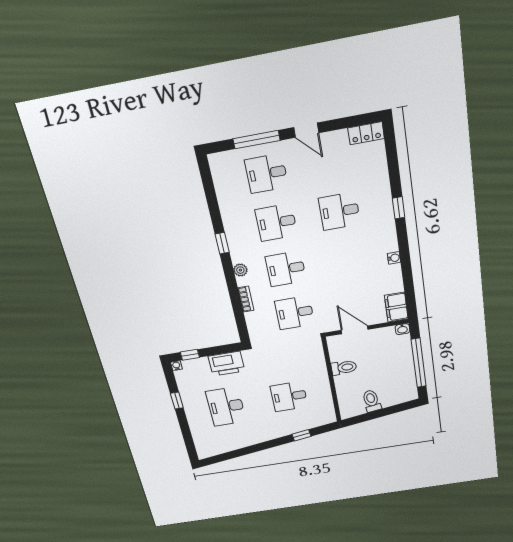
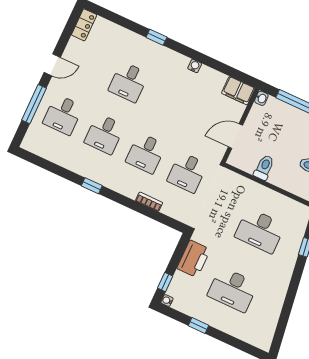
plant: (240, 270) -> (122, 188), removed
desk: (289, 396) -> (260, 231), width x1.37

